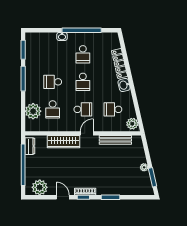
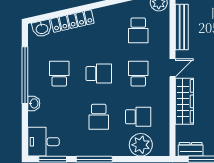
desk: (35, 43) -> (43, 142), added
school desk: (83, 54) -> (59, 74), turned -90
washbasin: (124, 85) -> (42, 28), moved
door: (87, 133) -> (173, 68), swing flipped

